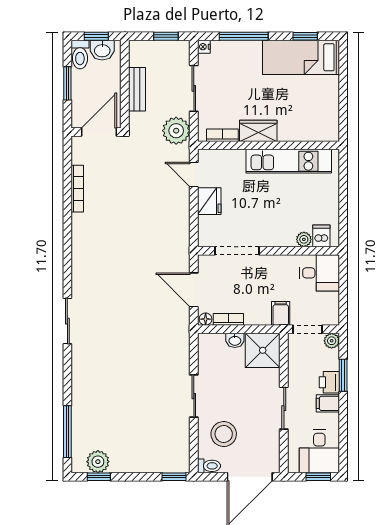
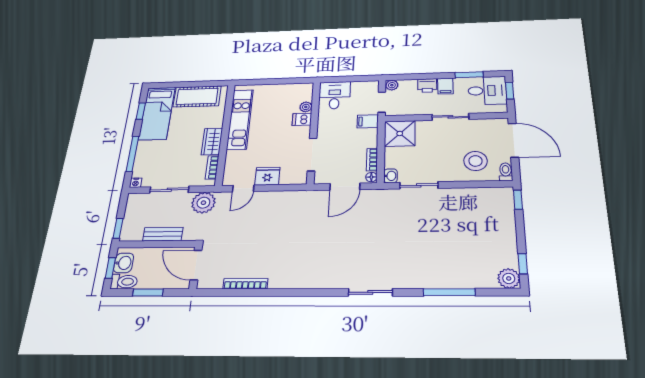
window: (166, 36) -> (118, 228), moved
cot: (324, 104) -> (197, 96), added
dishwasher: (321, 236) -> (302, 119), moved
washbasin: (235, 340) -> (390, 176), moved
window: (343, 375) -> (469, 75), moved
sliding door: (194, 396) -> (419, 185), moved
window: (67, 432) -> (449, 292), moved
plant: (98, 462) -> (509, 278), moved

